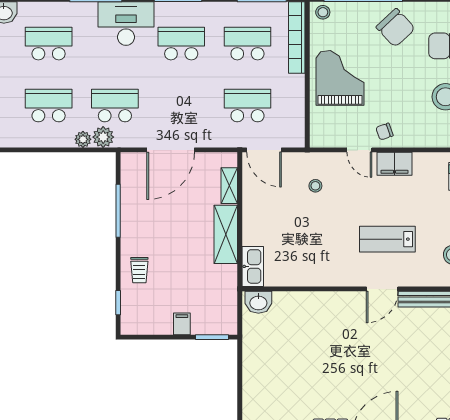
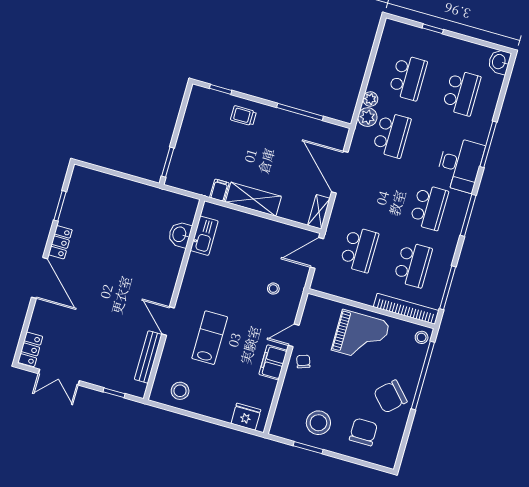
shelving: (229, 186) -> (319, 212), moved, turned 90
kitchen sink: (253, 266) -> (204, 236), moved, turned -90
washbasin: (258, 302) -> (180, 234), moved
filing cabinet: (182, 324) -> (219, 190), moved, turned -90

